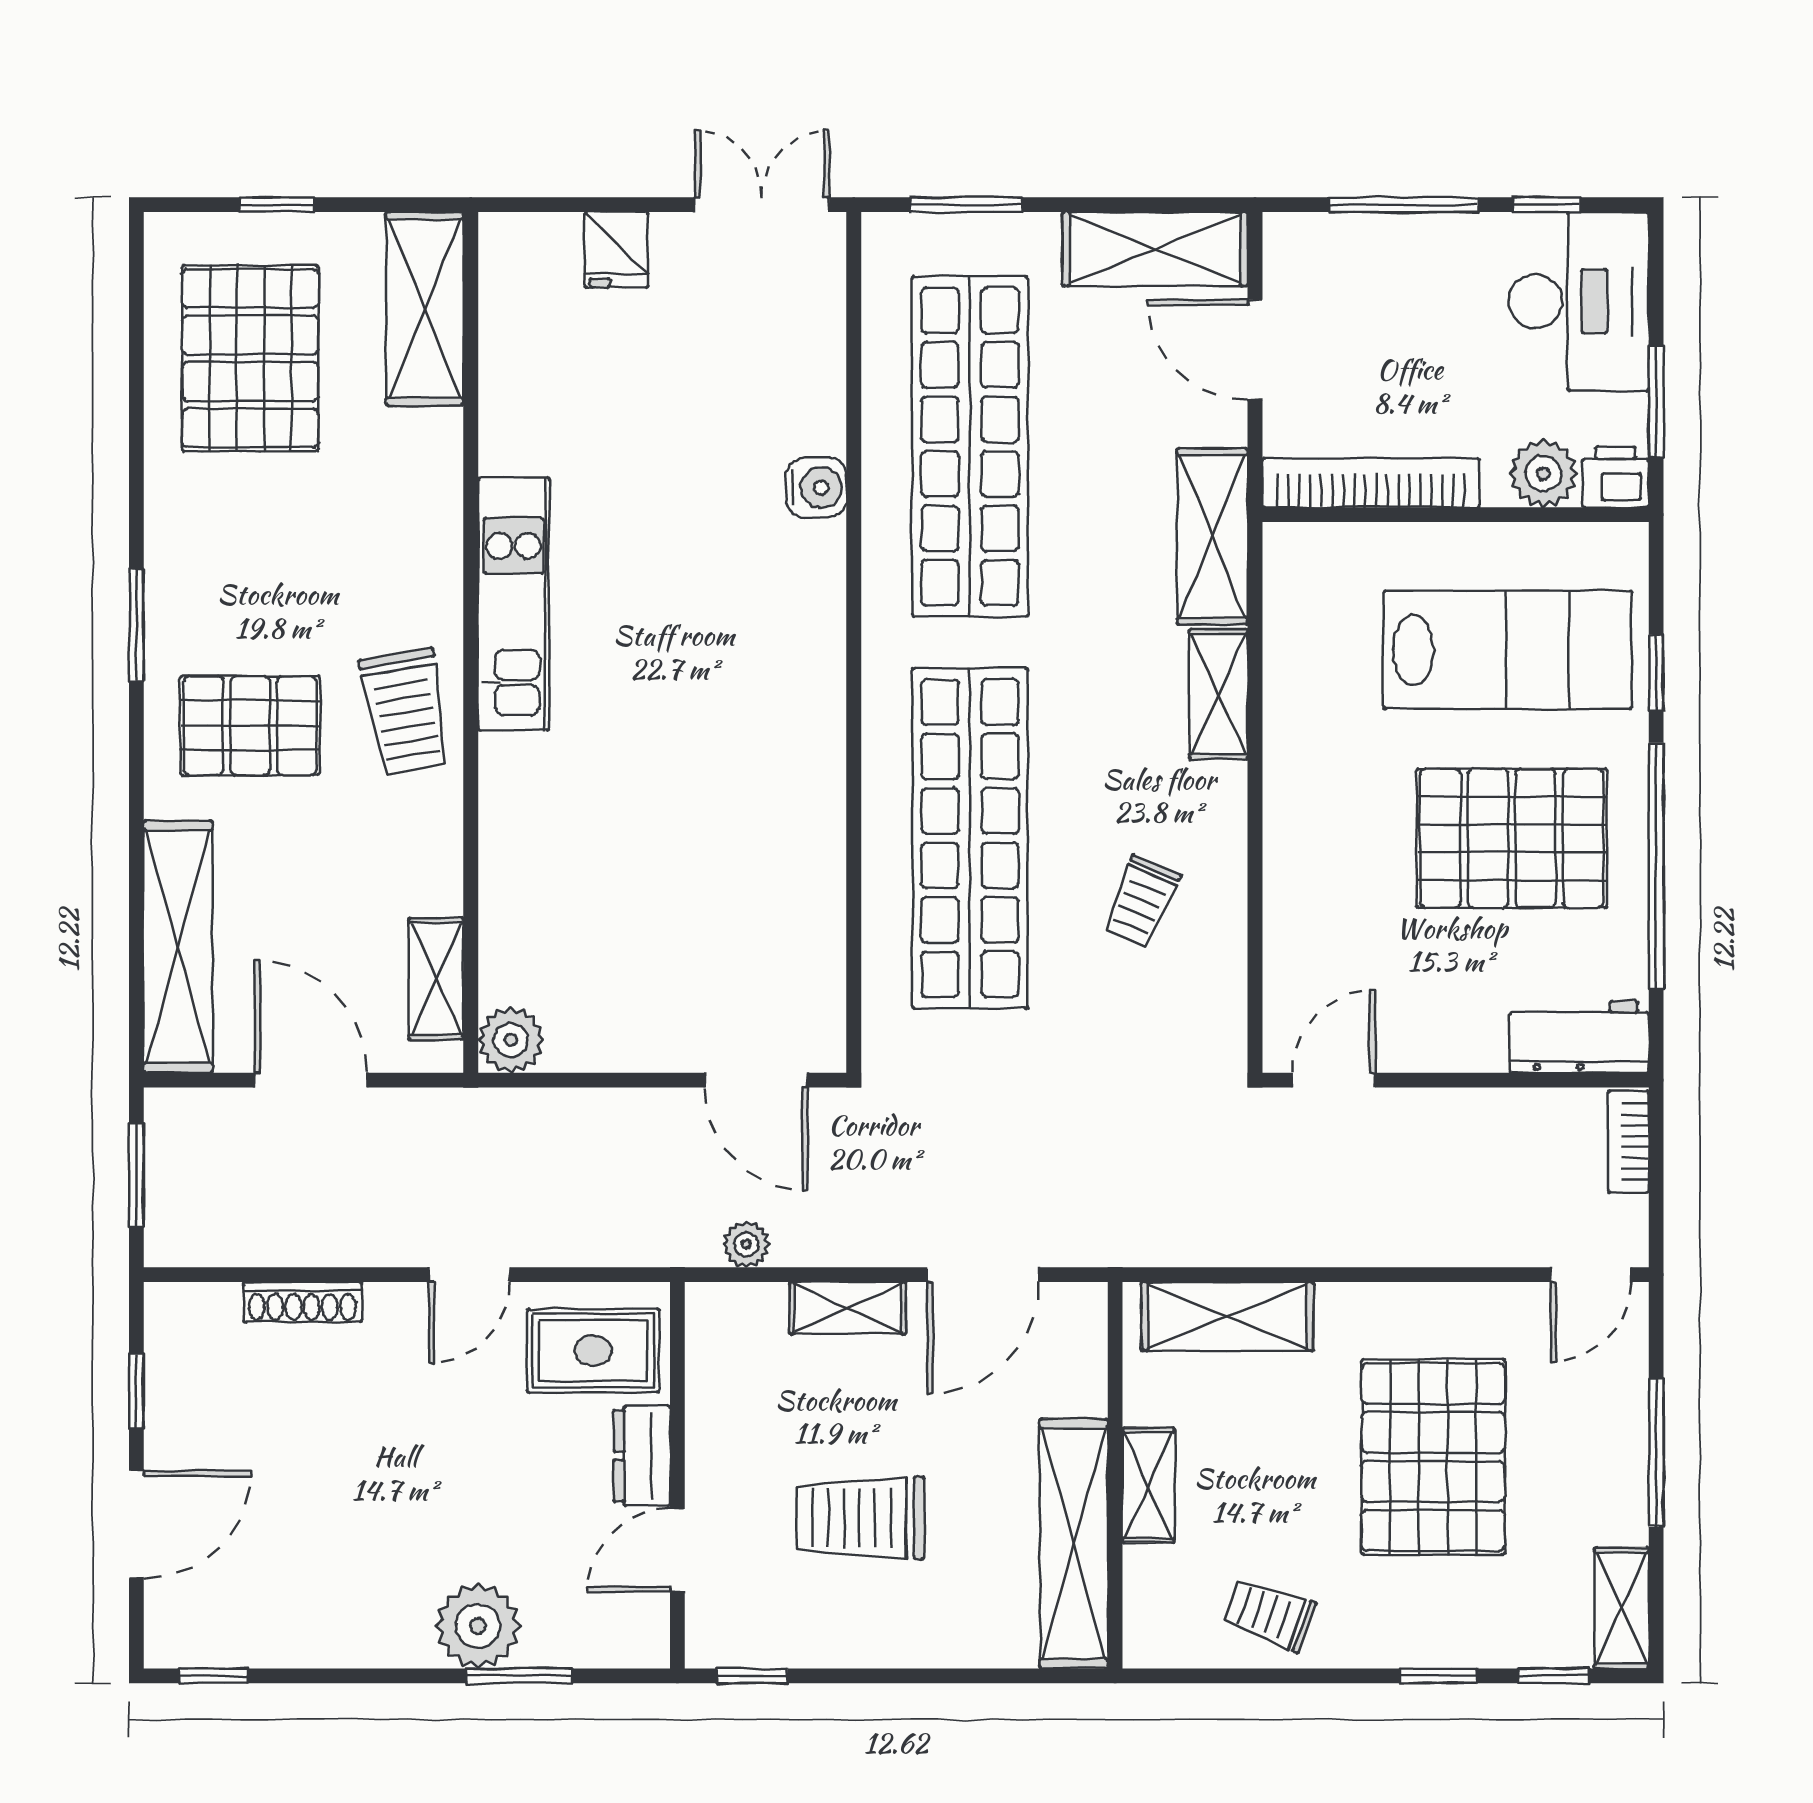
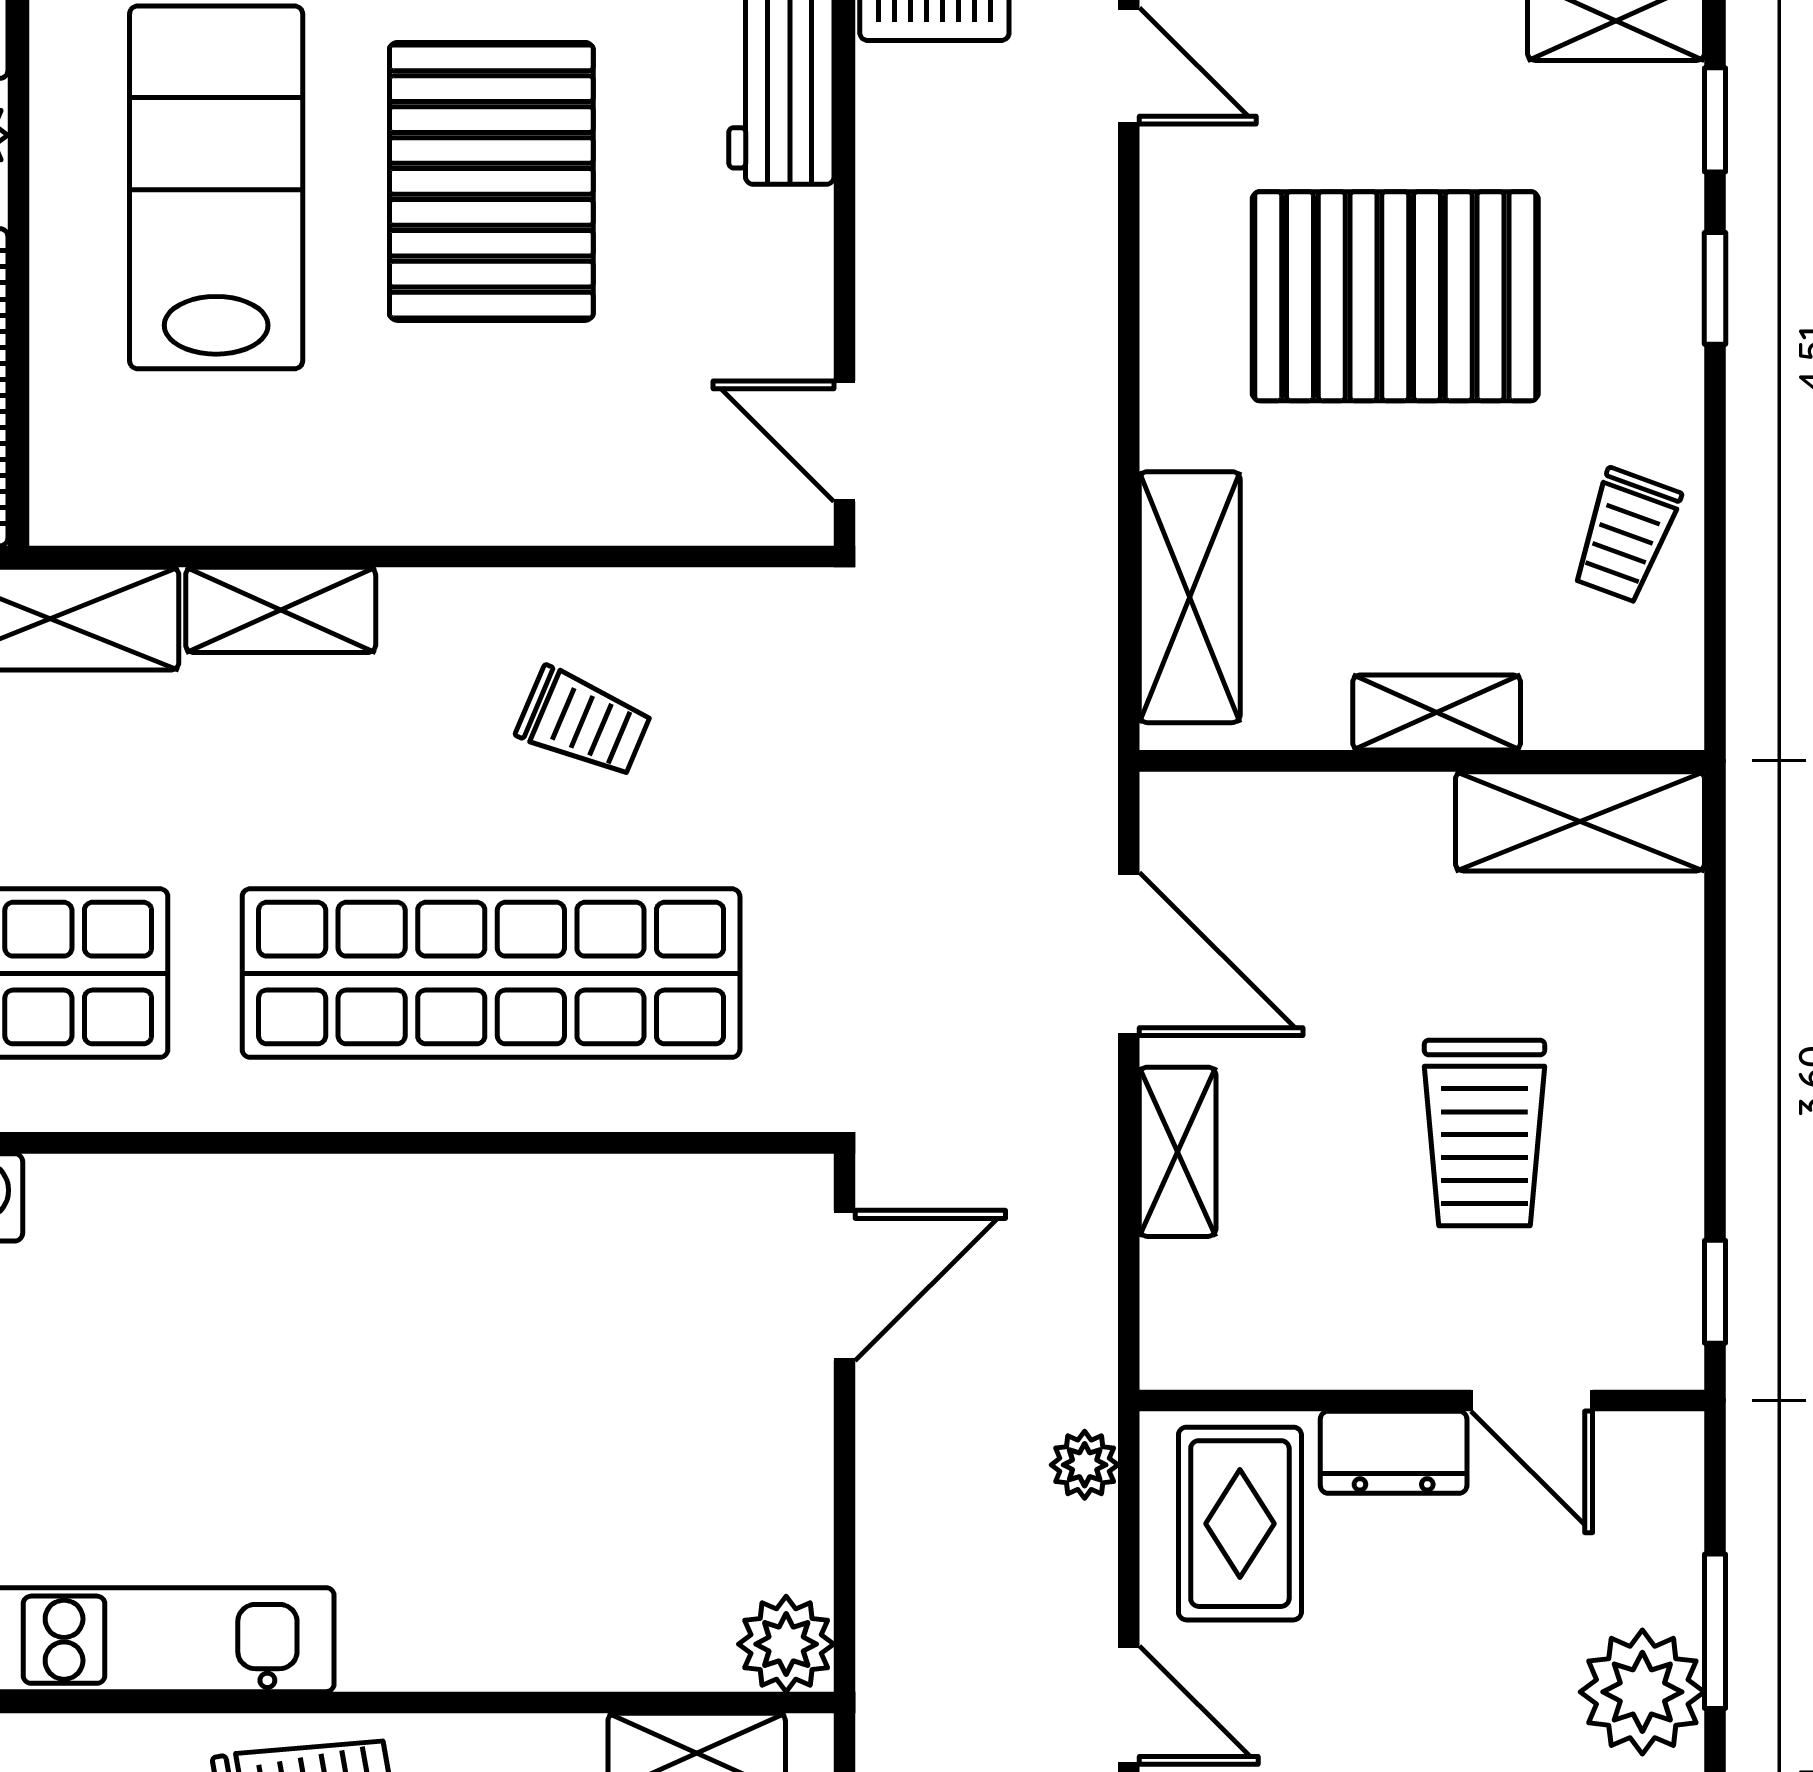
plant: (746, 1244) -> (1085, 1465), moved
shelving: (1074, 1544) -> (1580, 821), width x0.68

